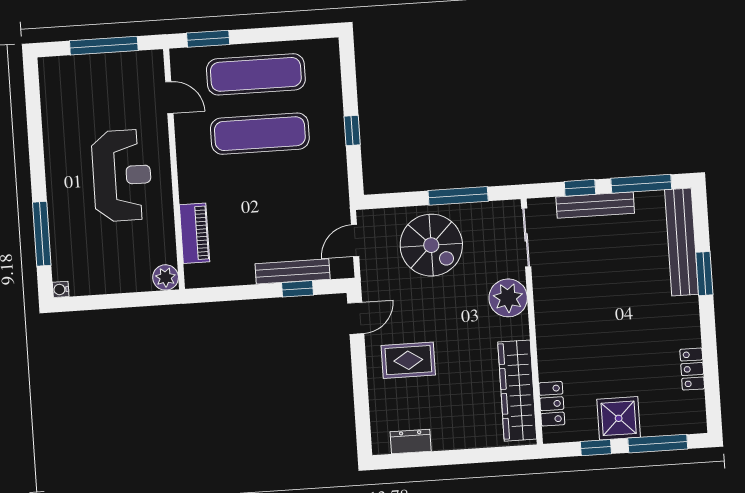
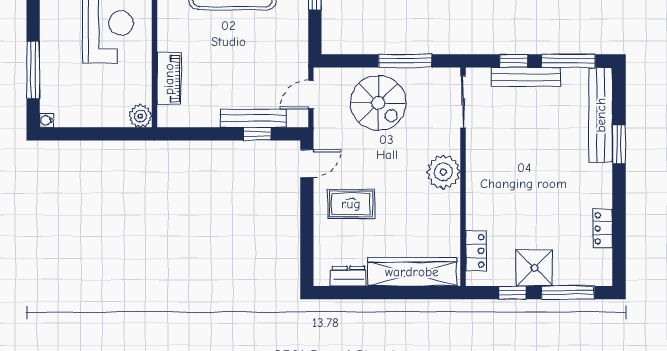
plant: (508, 298) -> (443, 172), moved
wardrobe: (517, 391) -> (412, 272), moved, turned 90

